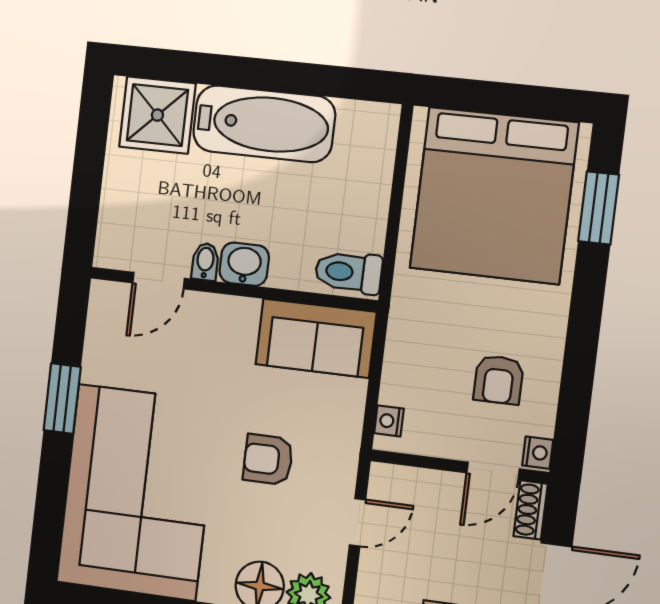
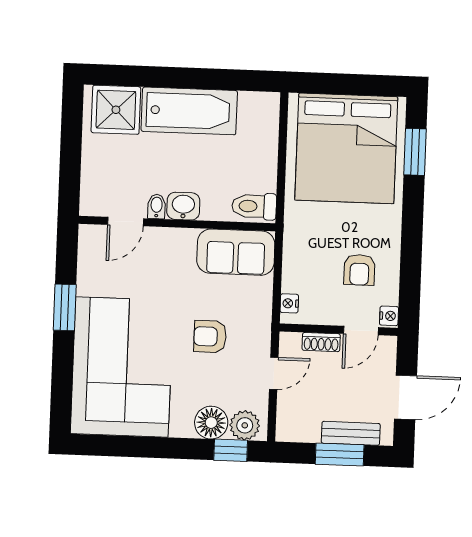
shoe rack: (531, 510) -> (321, 342), moved, turned -90

